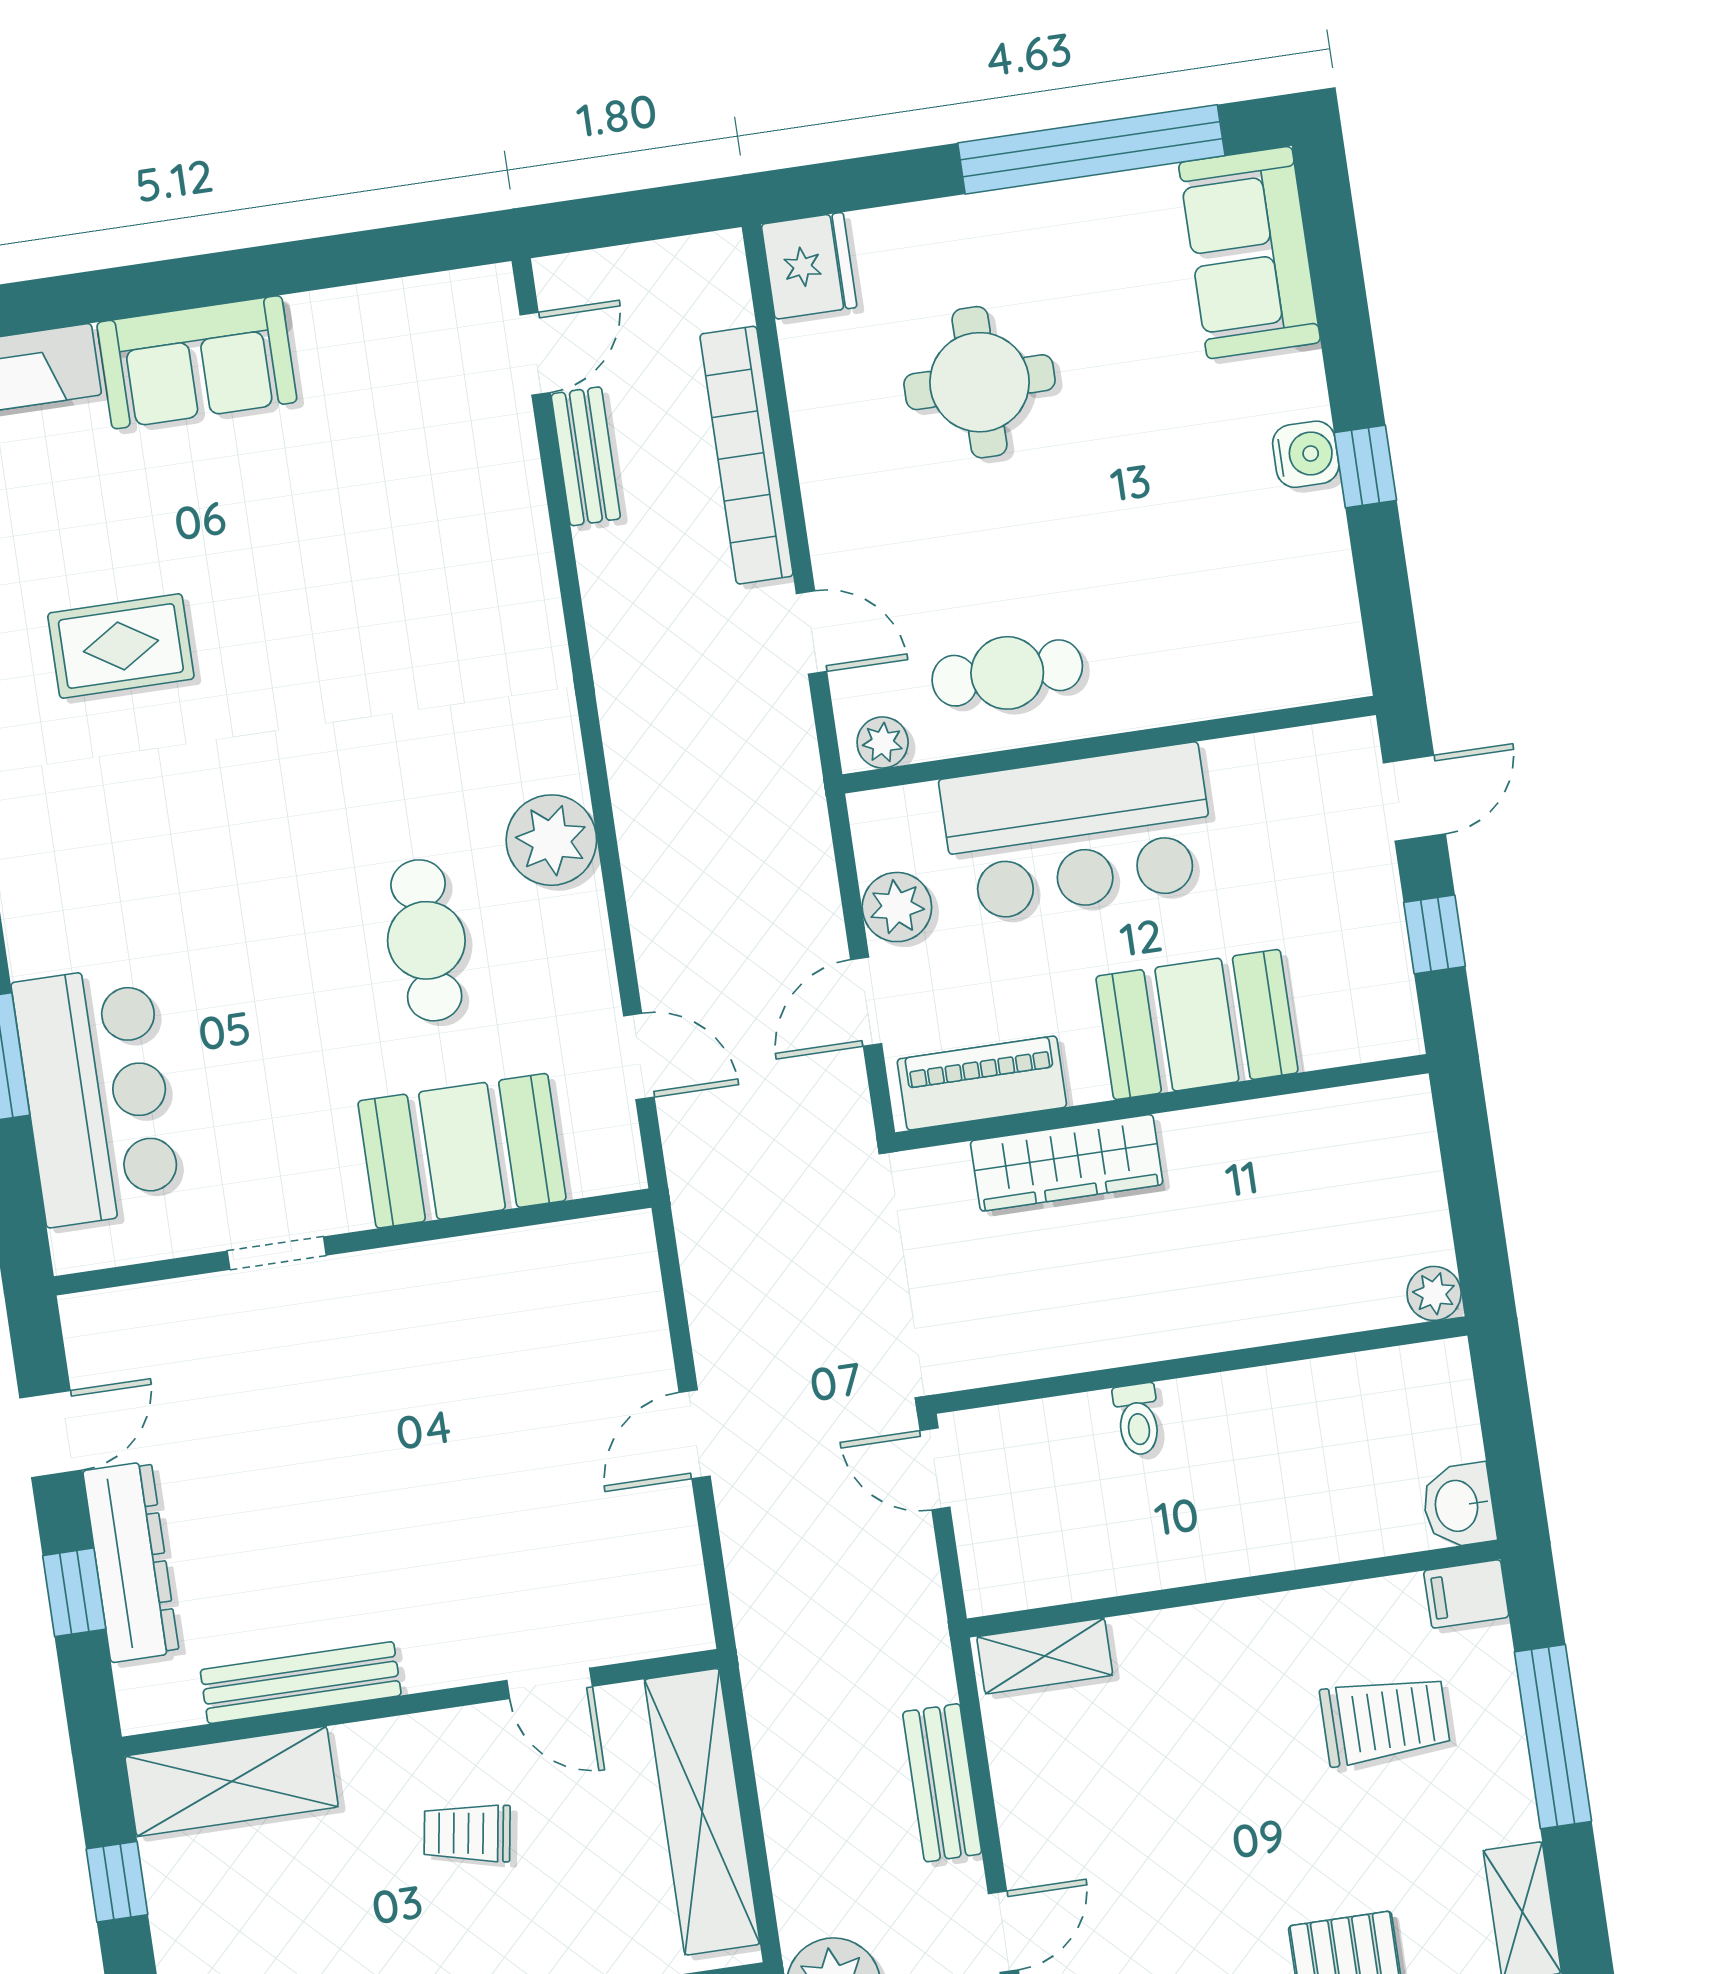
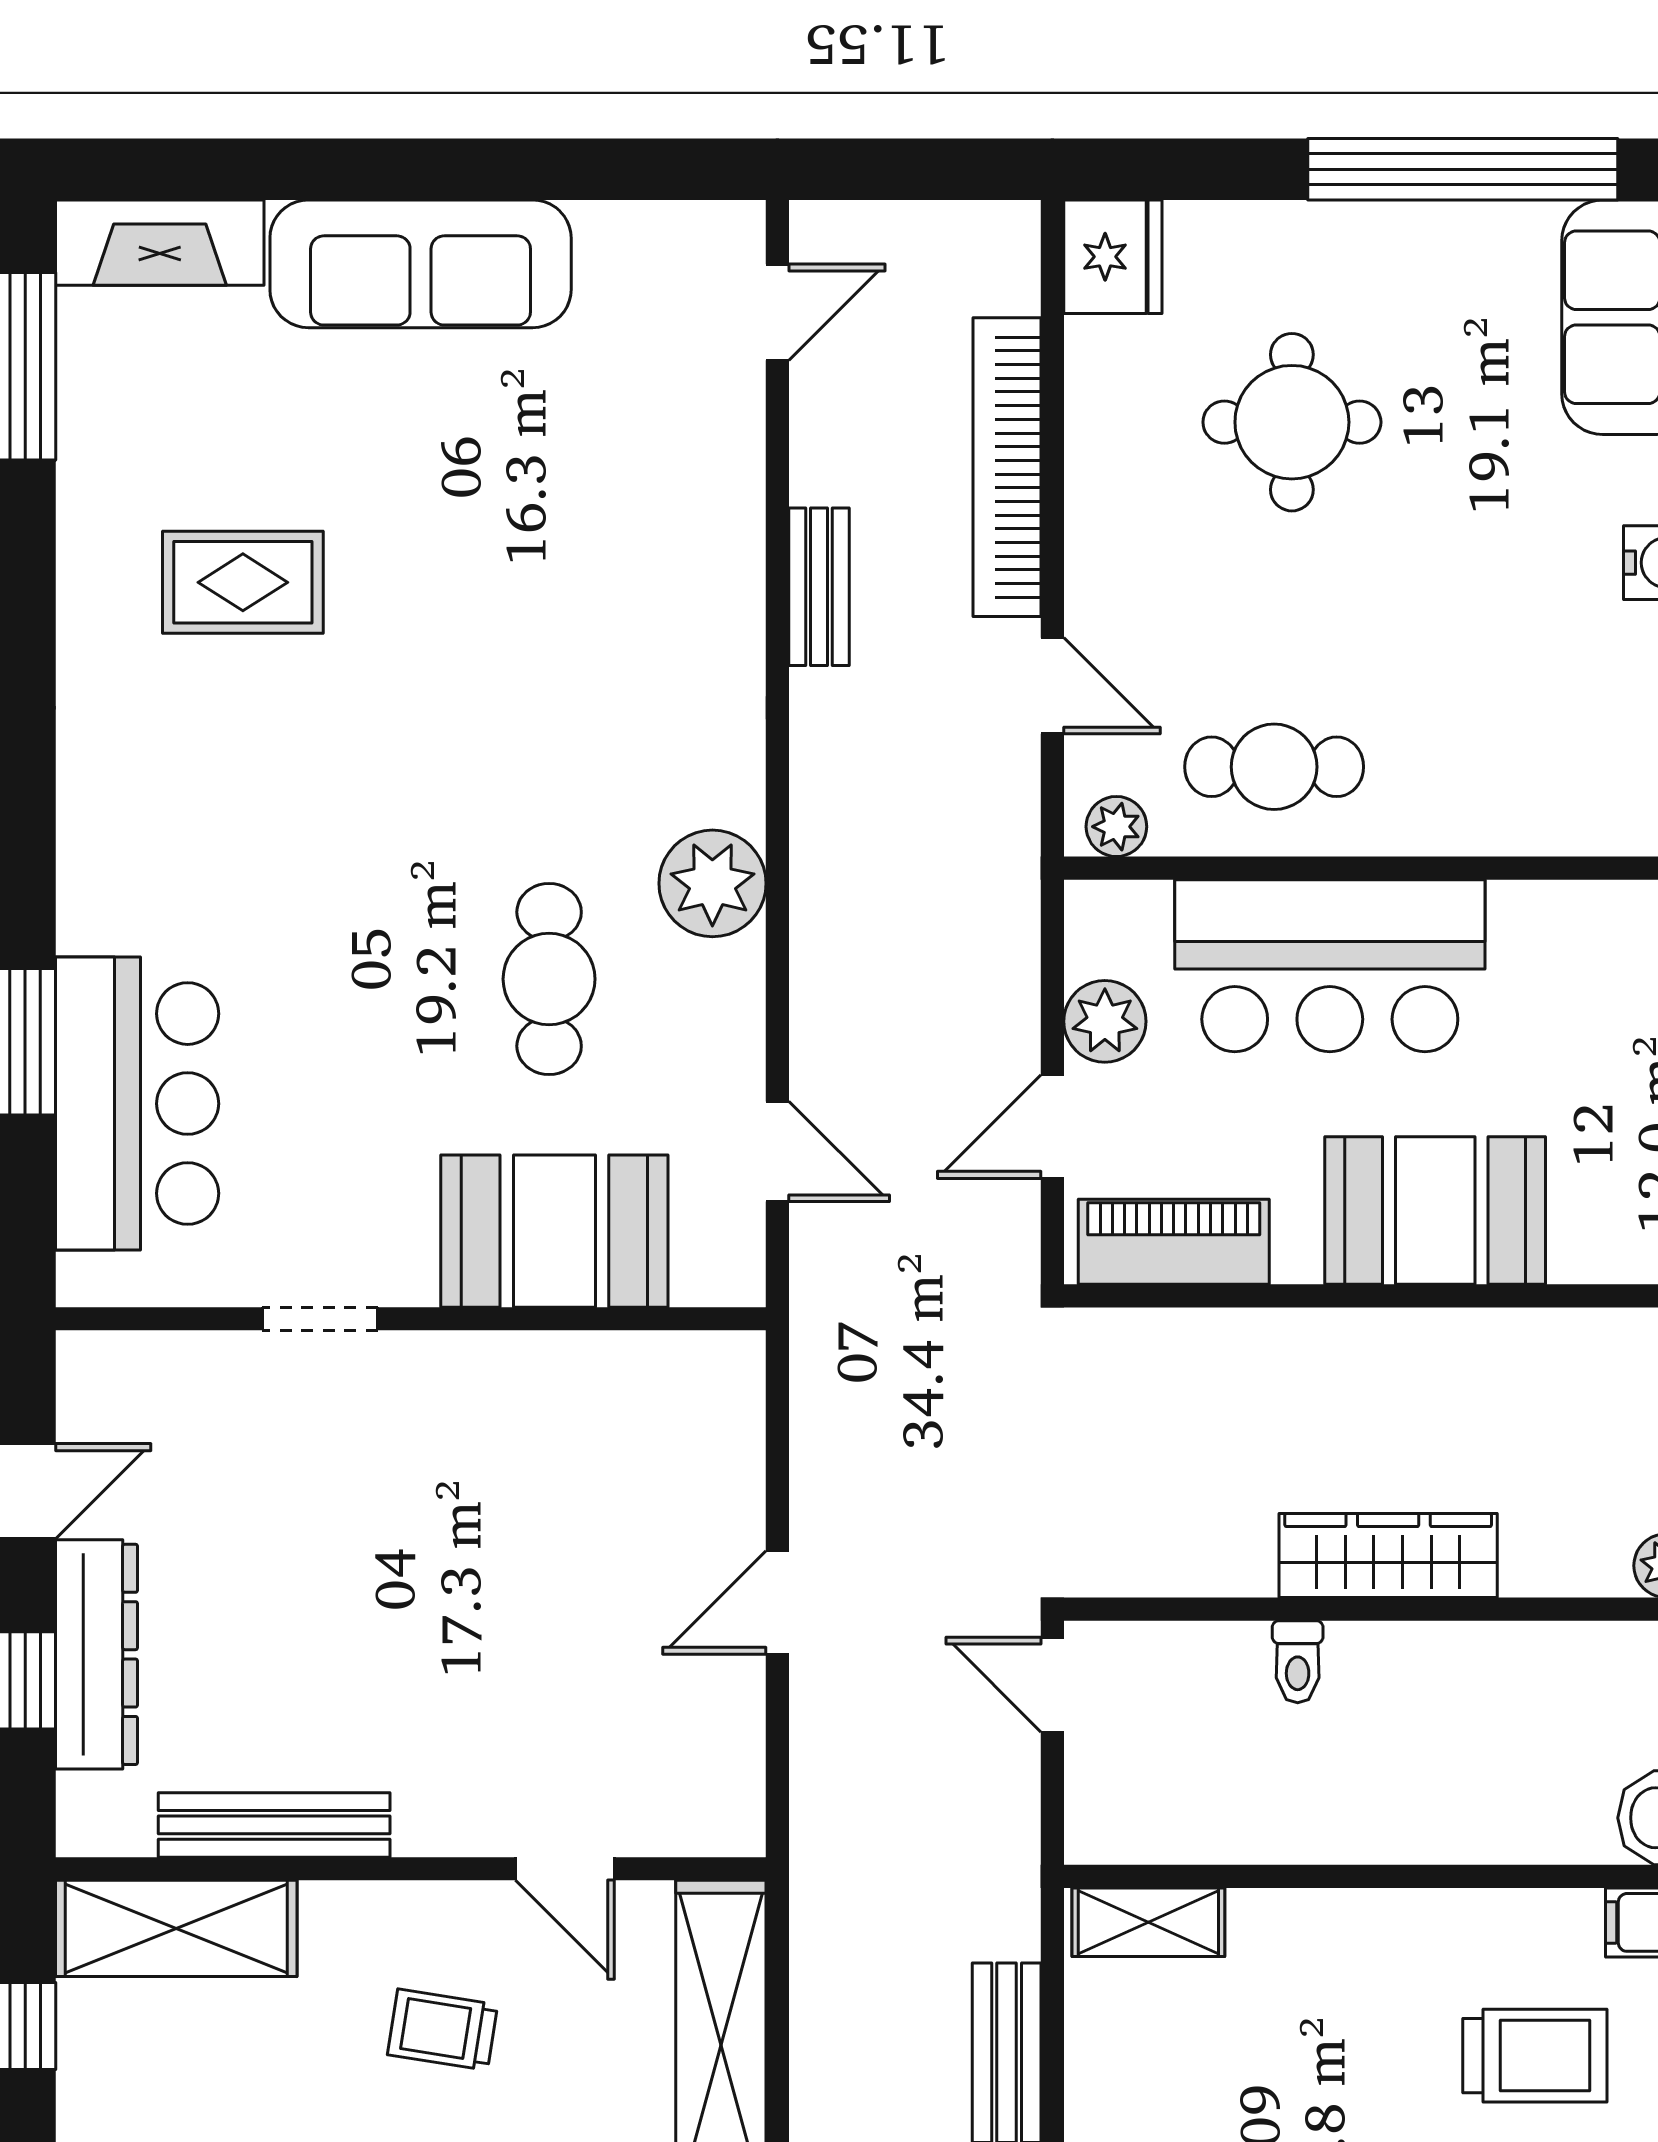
sofa: (197, 362) -> (421, 264), width x1.36
bench: (586, 456) -> (819, 587), moved
wardrobe: (1067, 1163) -> (1388, 1555), moved, turned 180

